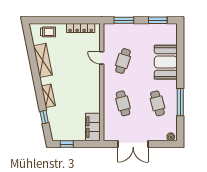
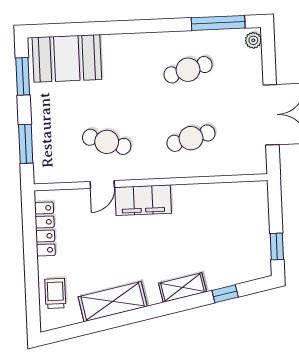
booth: (166, 62) -> (67, 58), moved
window: (180, 102) -> (218, 23), moved
filing cabinet: (93, 127) -> (143, 200), moved

